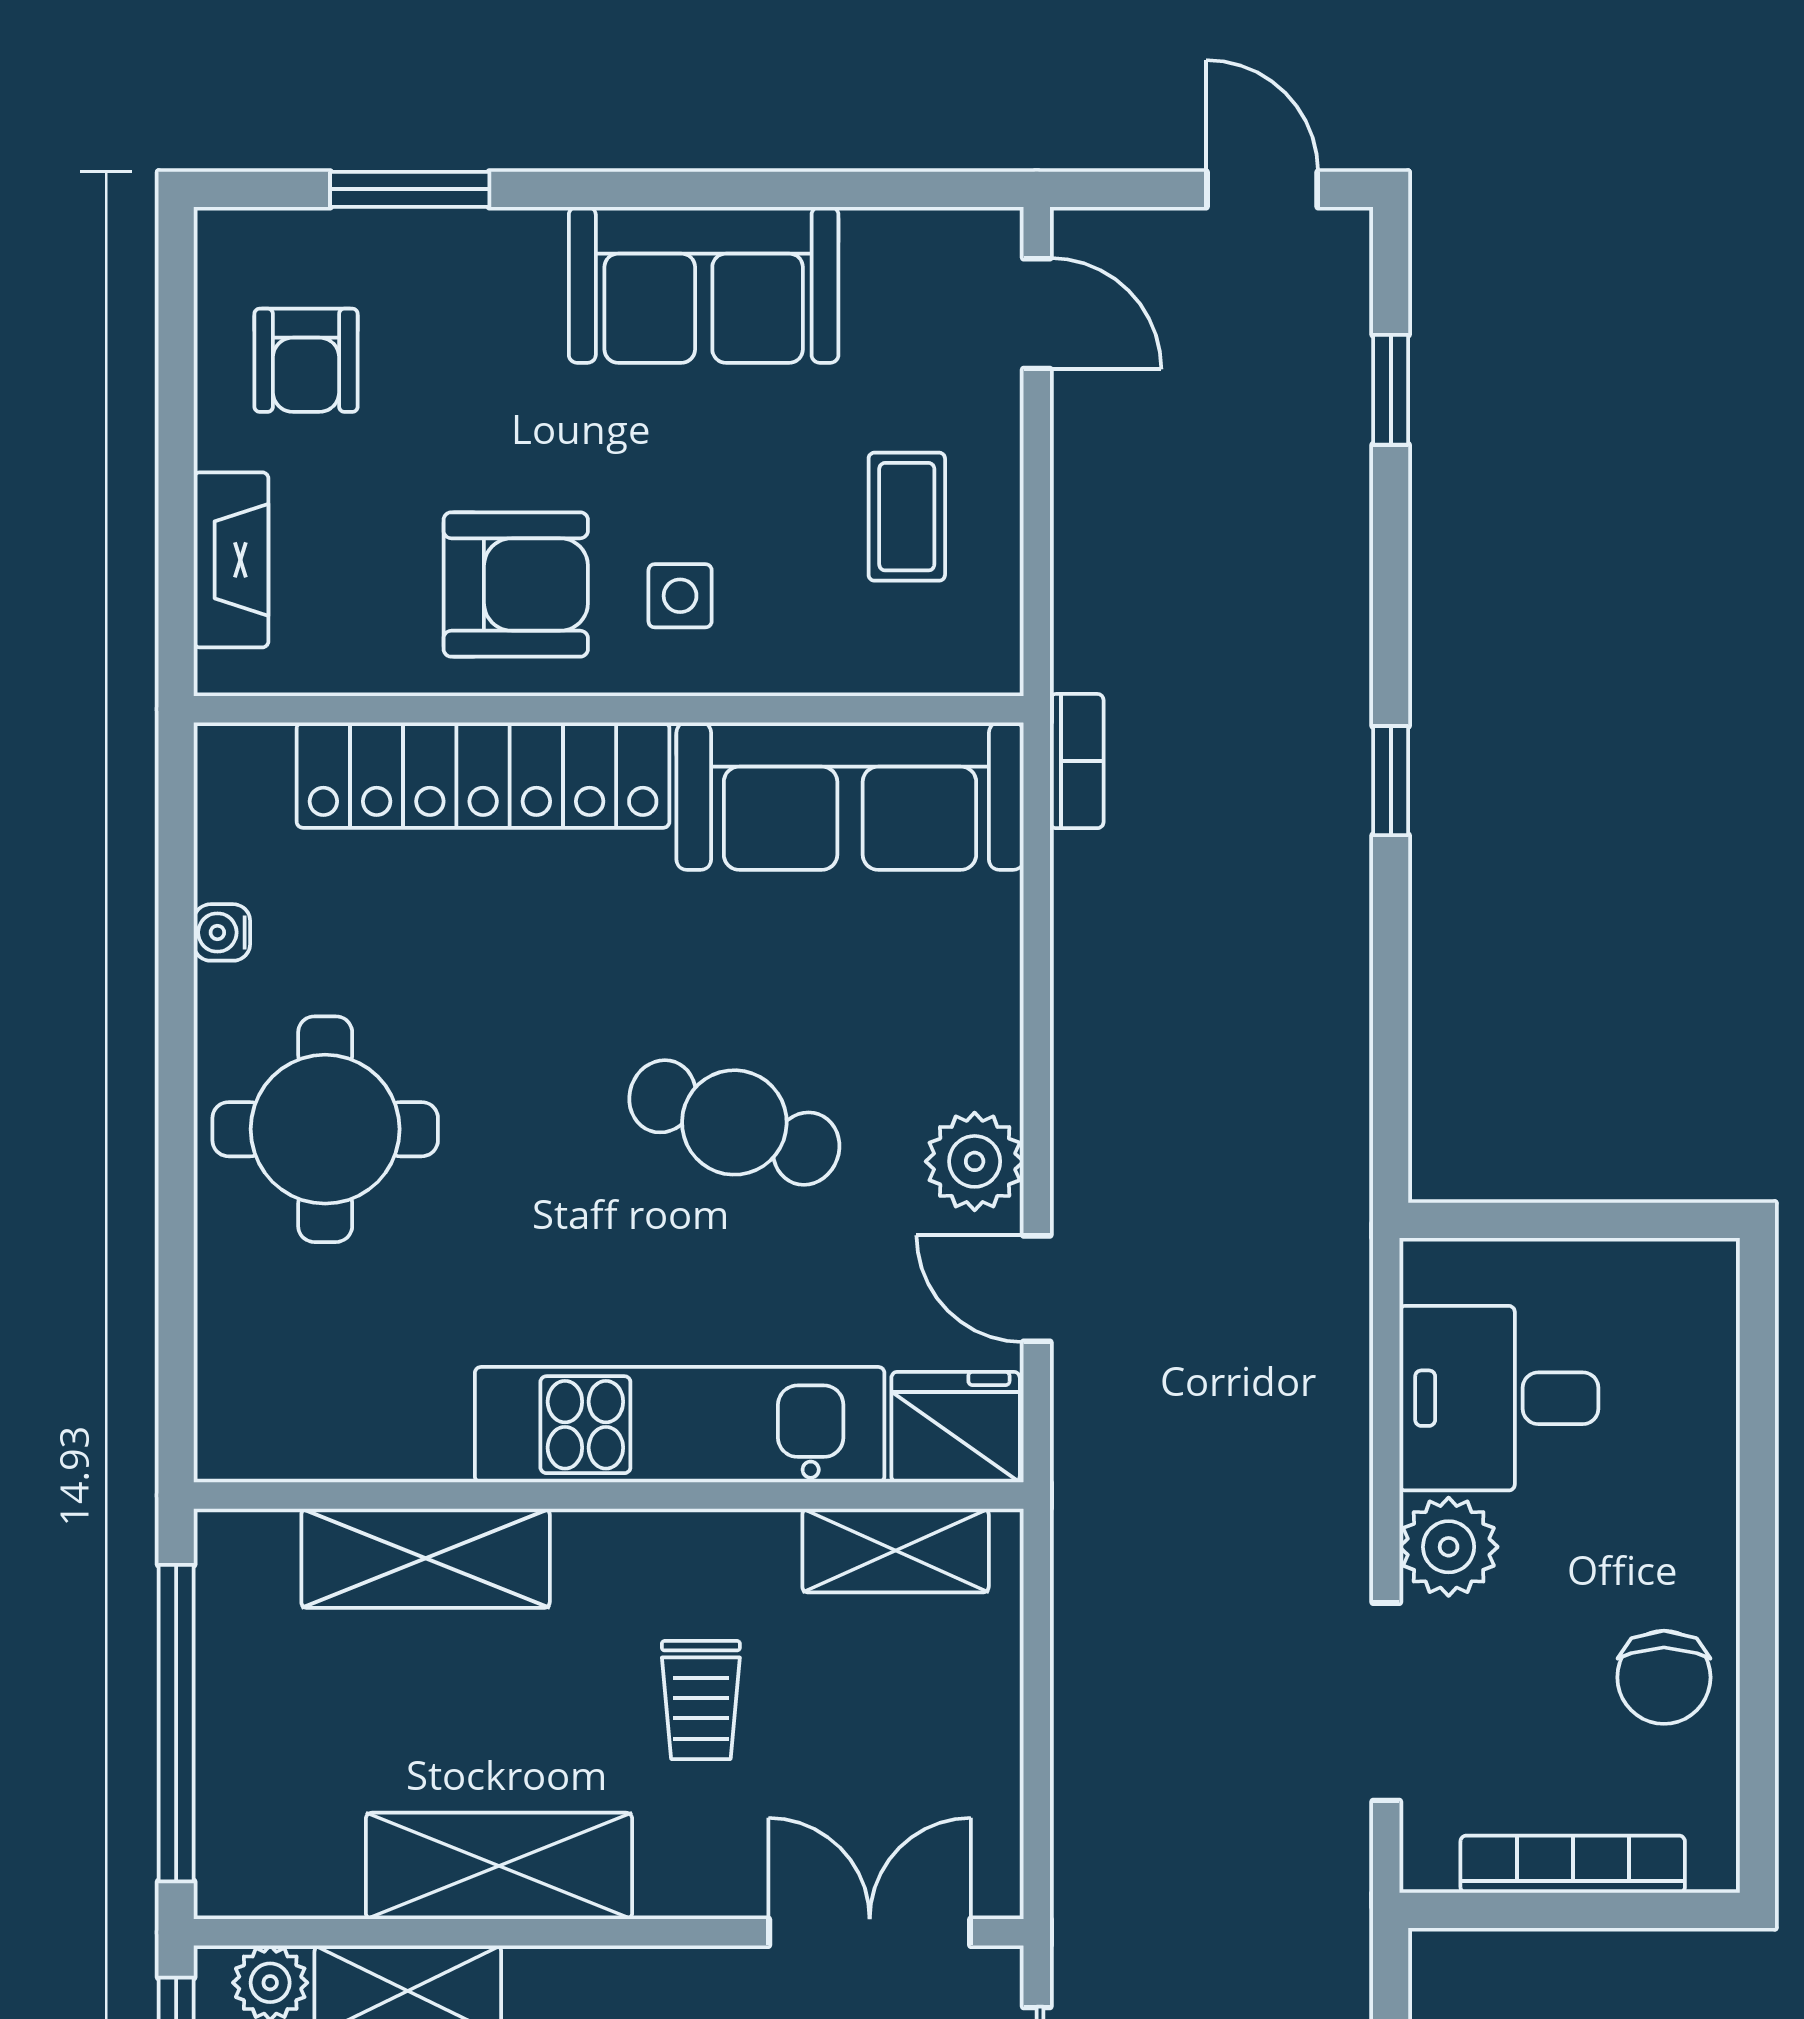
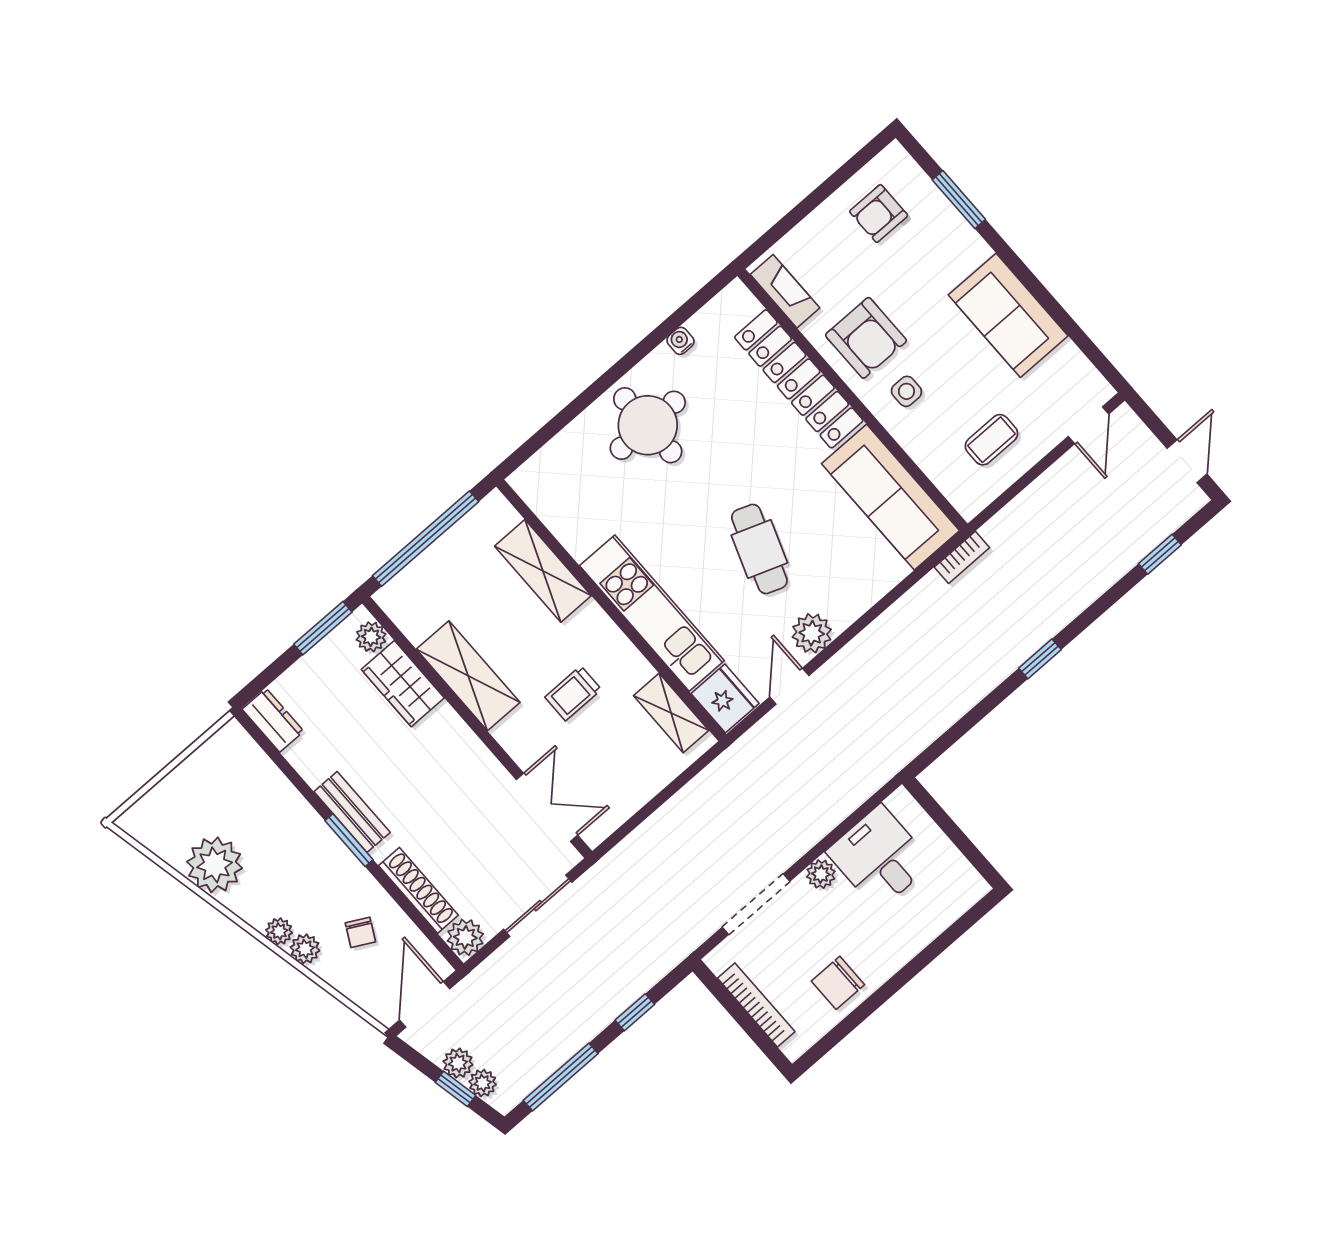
fireplace: (231, 560) -> (785, 291), moved, turned -90
plant: (1449, 1547) -> (821, 874), width x0.73, depth x0.73

